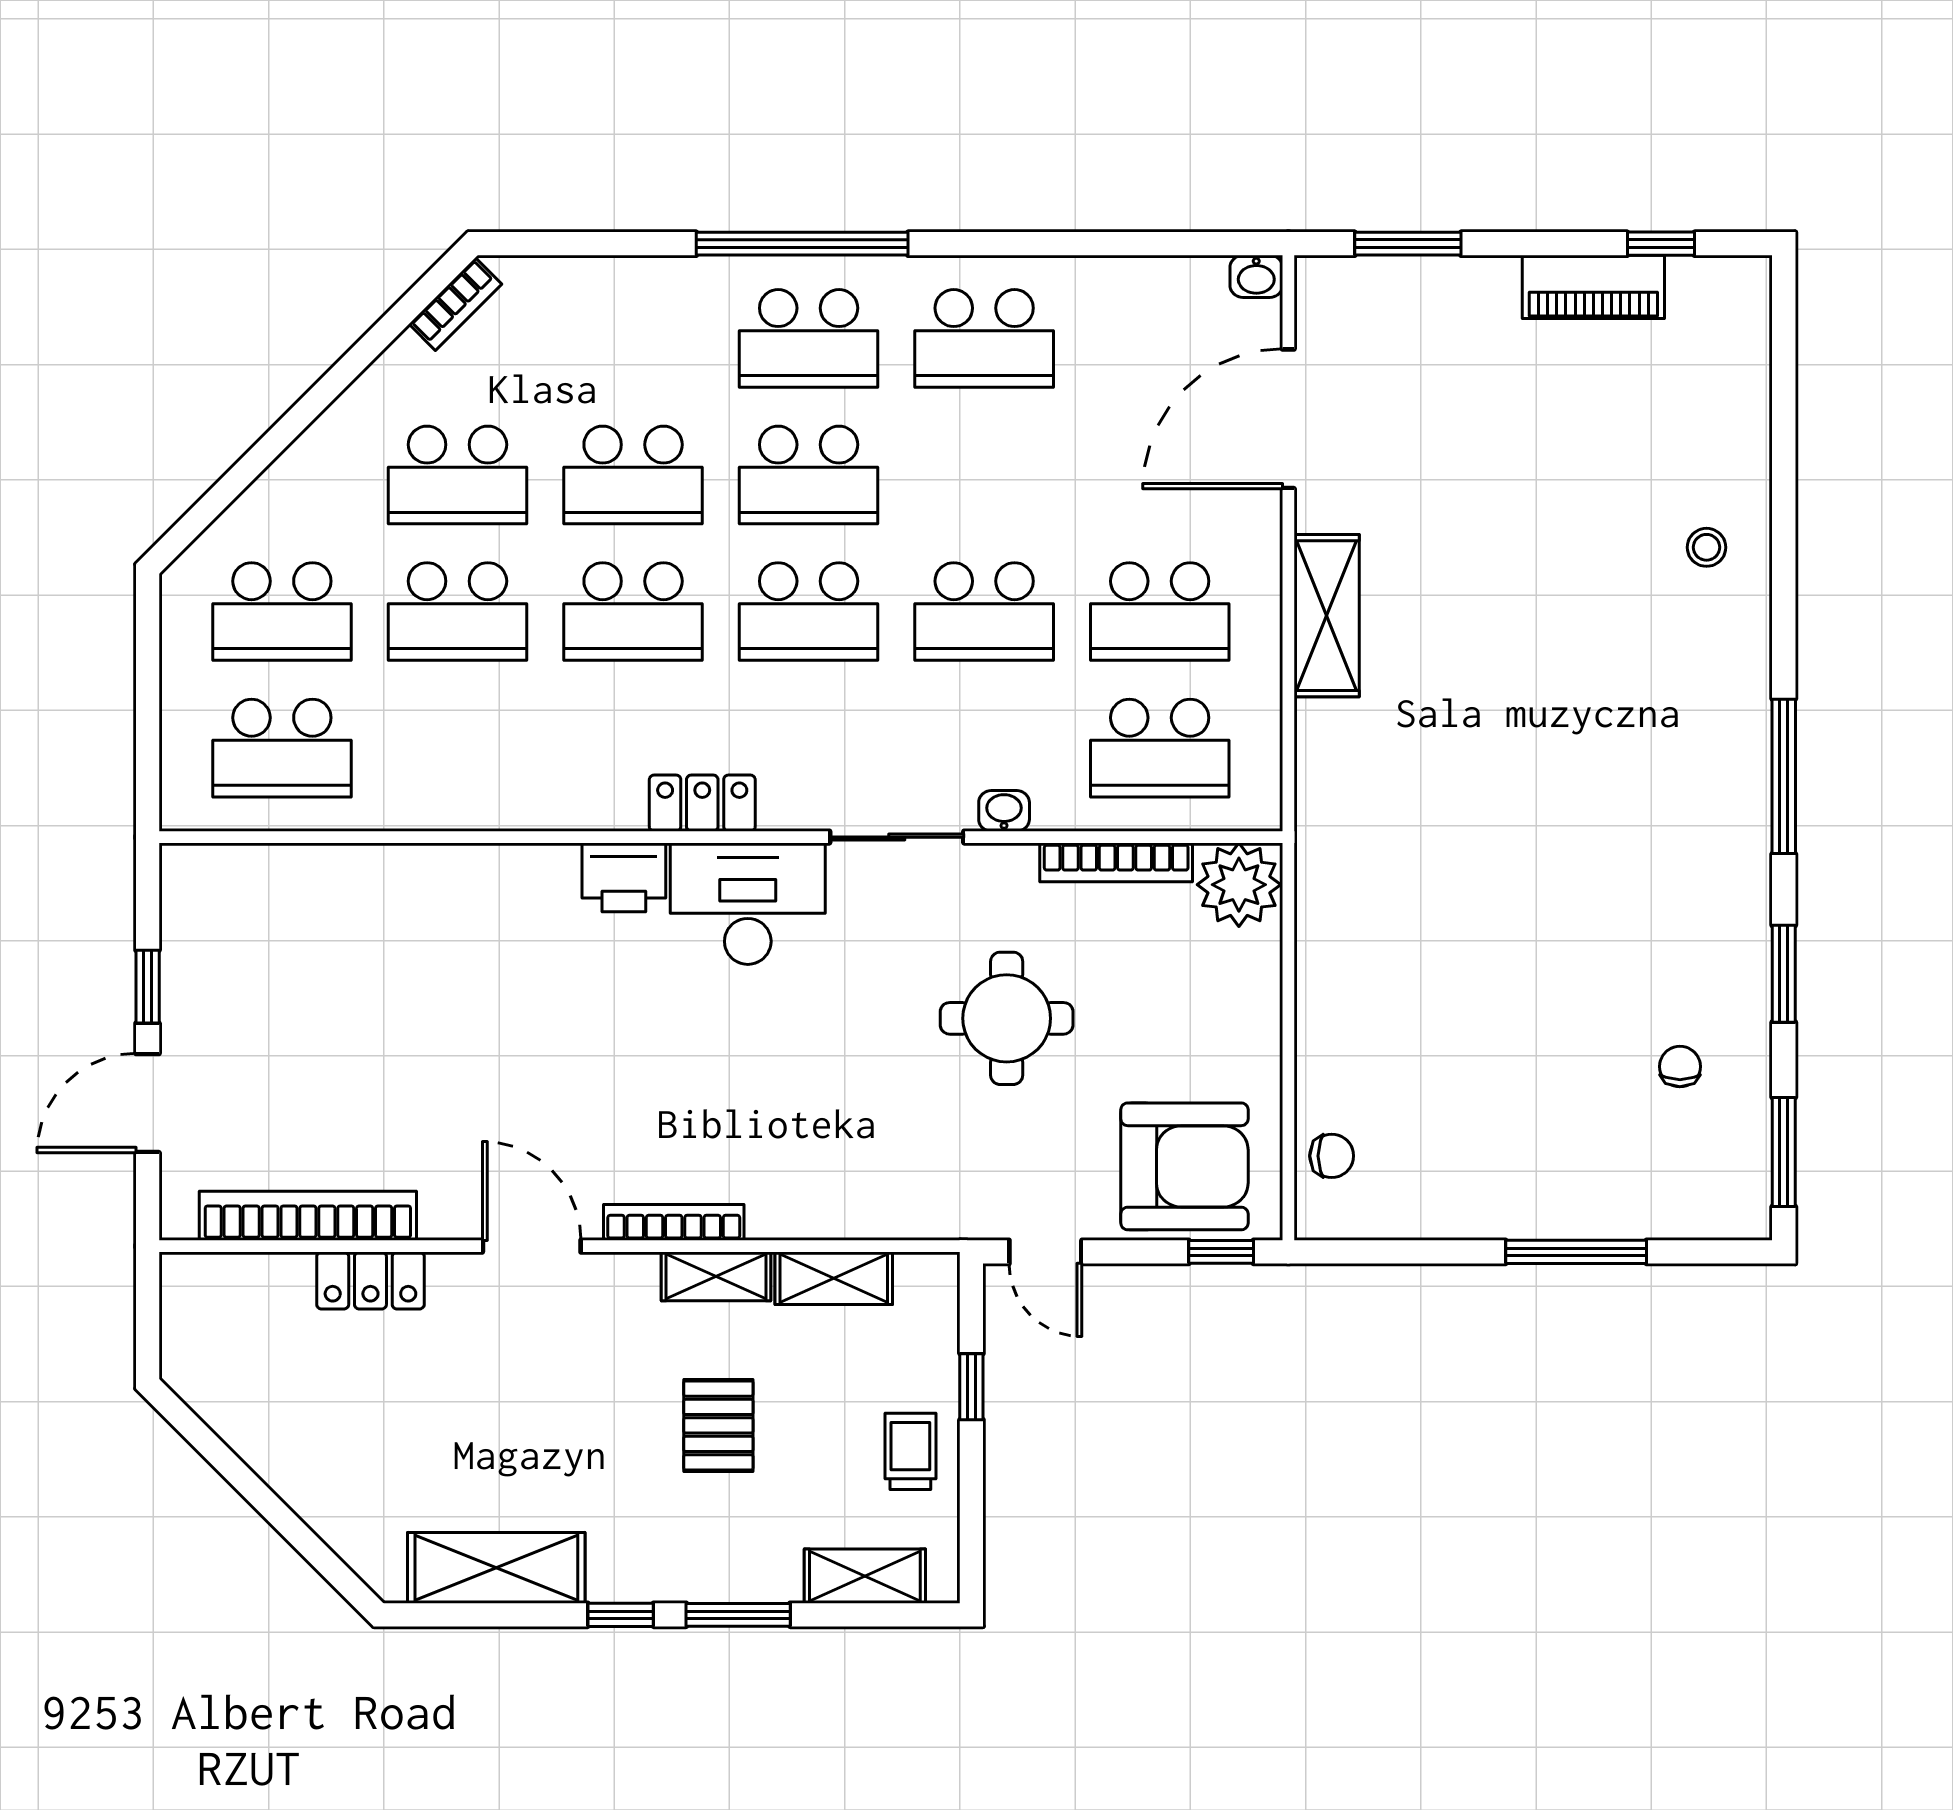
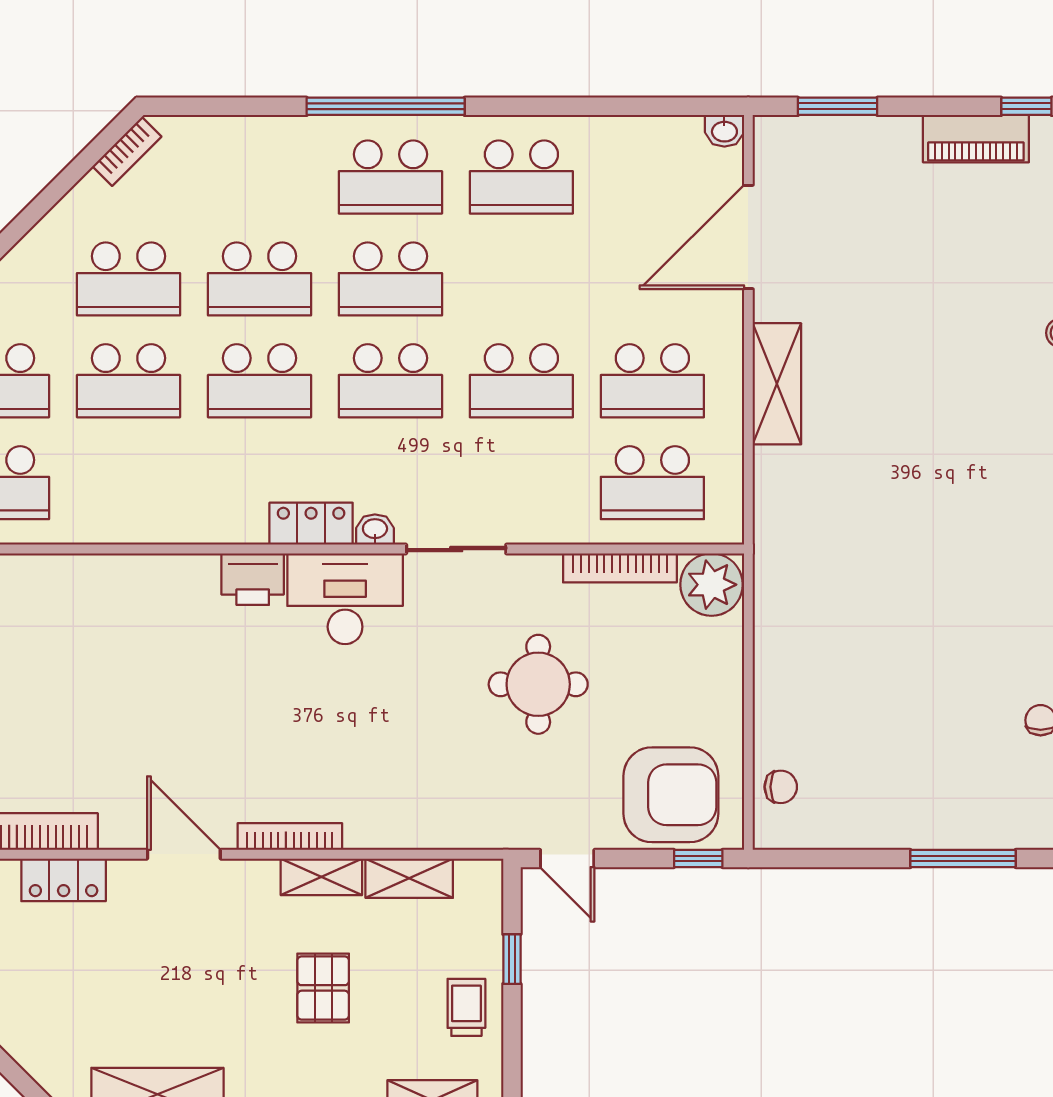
washbasin: (1004, 811) -> (375, 530), moved

